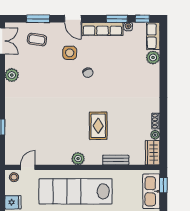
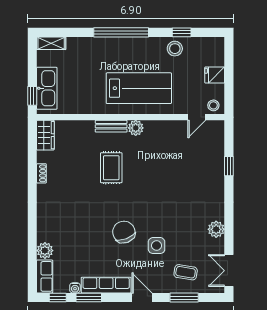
side table: (70, 53) -> (157, 246), moved
chair: (88, 73) -> (124, 232), width x1.87, depth x1.87
plant: (155, 135) -> (42, 157), removed
bench: (116, 160) -> (111, 126), moved
lab bench: (75, 191) -> (139, 88), width x0.73

